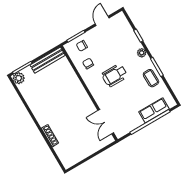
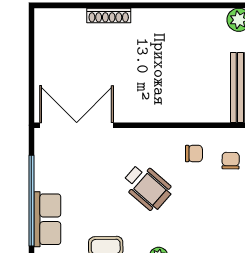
wheelchair: (115, 75) -> (147, 187), turned 131
double door: (106, 122) -> (77, 125), width x1.37

